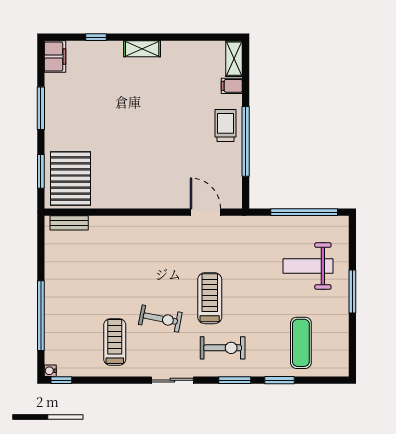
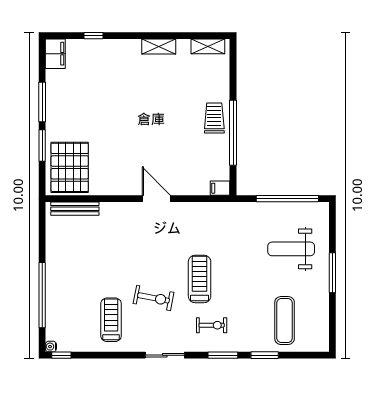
shelving: (142, 49) -> (159, 46), moved
shelving: (234, 59) -> (208, 46), moved, turned 90
filing cabinet: (232, 86) -> (220, 188), moved
window: (41, 171) -> (42, 146), moved
door: (205, 212) -> (156, 199), moved
bench: (69, 223) -> (75, 209), width x1.36
exercise bike: (223, 348) -> (212, 325), width x0.73, depth x0.72

